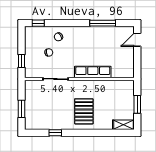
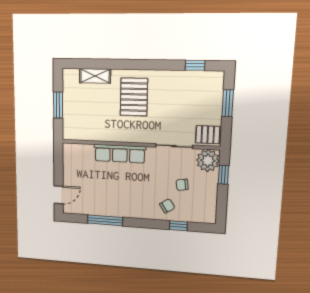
window: (38, 23) -> (178, 226), moved
plant: (32, 70) -> (208, 161), added
pallet: (33, 88) -> (208, 135), added
shelving: (123, 125) -> (95, 76), moved
window: (55, 133) -> (195, 65), moved

